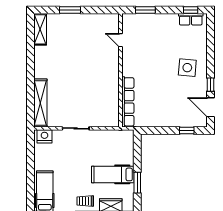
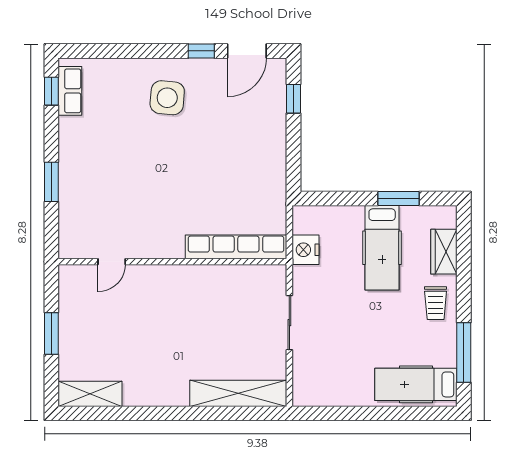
door: (120, 40) -> (112, 262), moved
wall: (120, 70) -> (172, 262), moved
row of seats: (128, 102) -> (236, 247), moved
nightstand: (44, 136) -> (306, 250), moved

